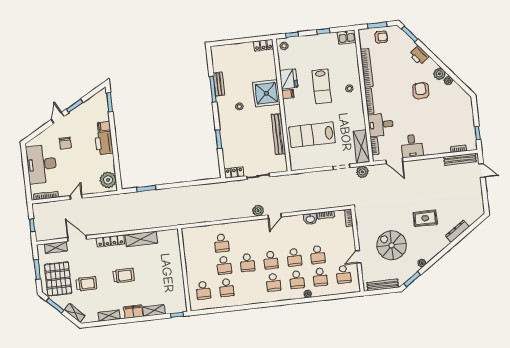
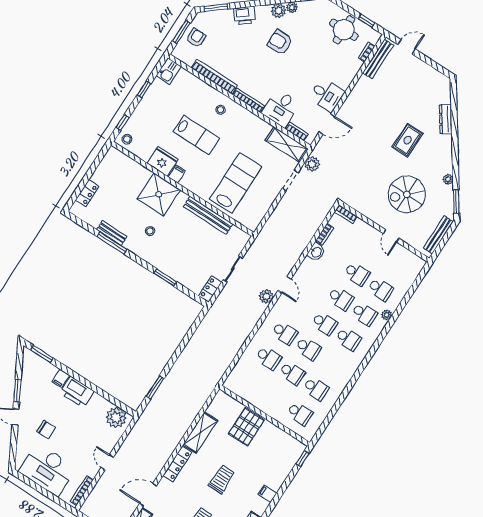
locker: (263, 45) -> (87, 193), moved
round table: (461, 124) -> (344, 30), added
lab bench: (312, 135) -> (236, 183), turned 180
pallet: (168, 264) -> (246, 427), added
school desk: (344, 274) -> (285, 333), moved
shelving: (154, 311) -> (280, 478), removed
filing cabinet: (133, 312) -> (268, 494), width x0.50

